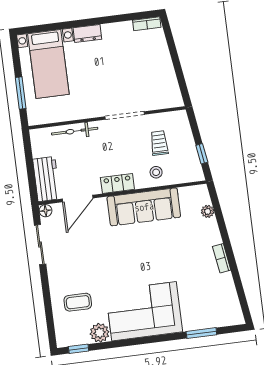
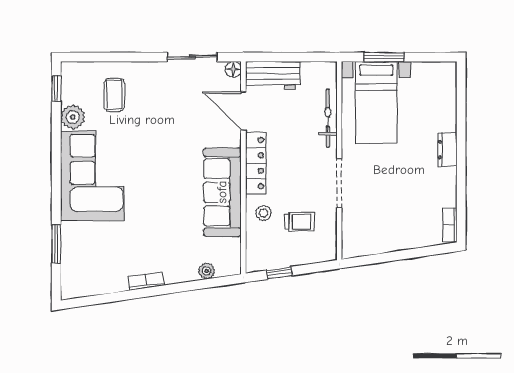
bed with nightstands: (48, 64) -> (376, 103), moved, turned -90
locker: (117, 183) -> (256, 163), width x1.53

